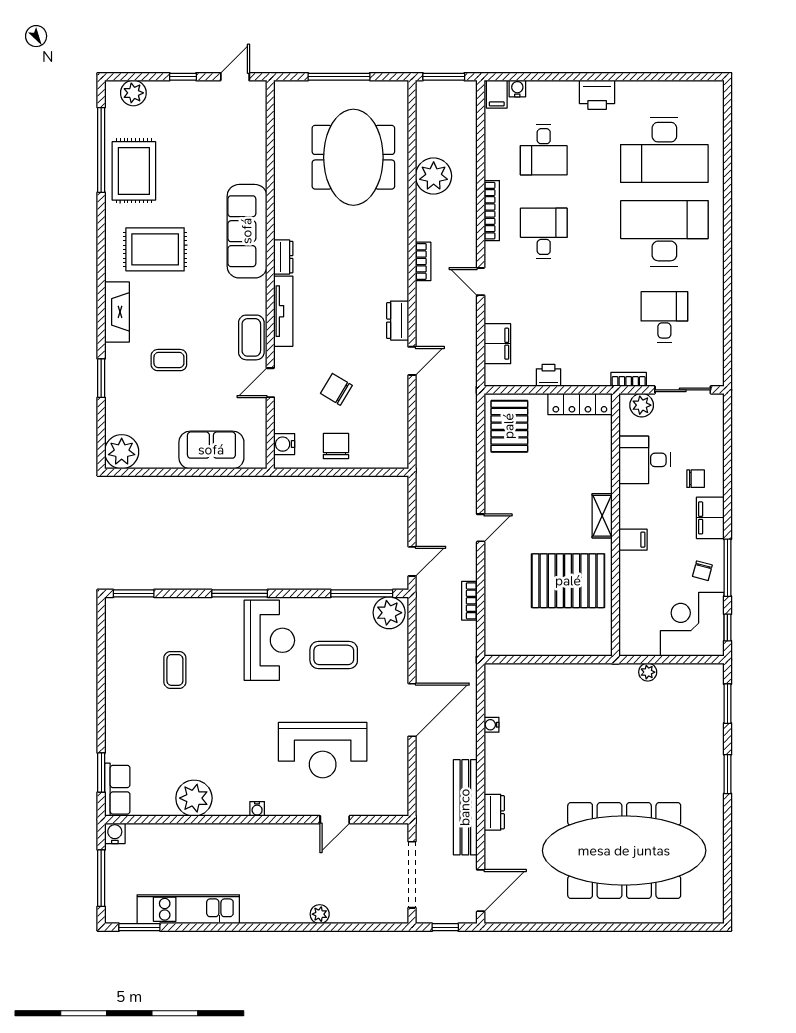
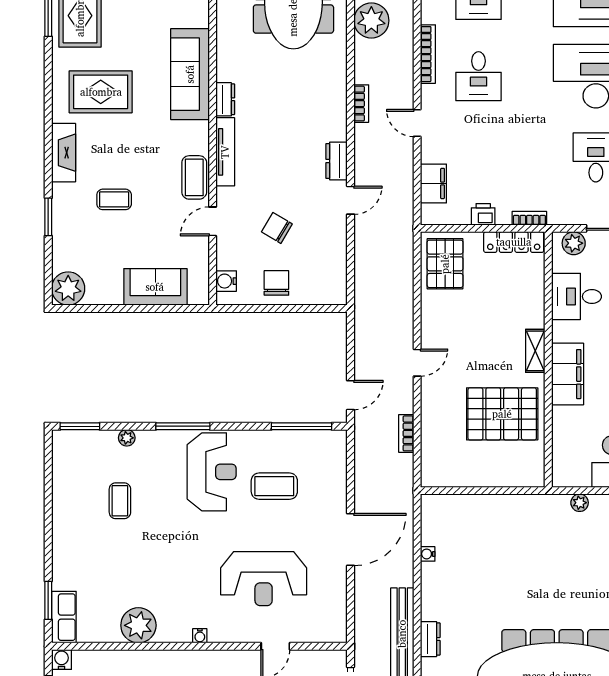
desk: (544, 233) -> (478, 76), turned 180
bookcase: (629, 379) -> (529, 218), moved
filing cabinet: (633, 540) -> (568, 374), width x3.00, depth x1.17
plant: (389, 613) -> (127, 438), moved, width x0.53, depth x0.53

